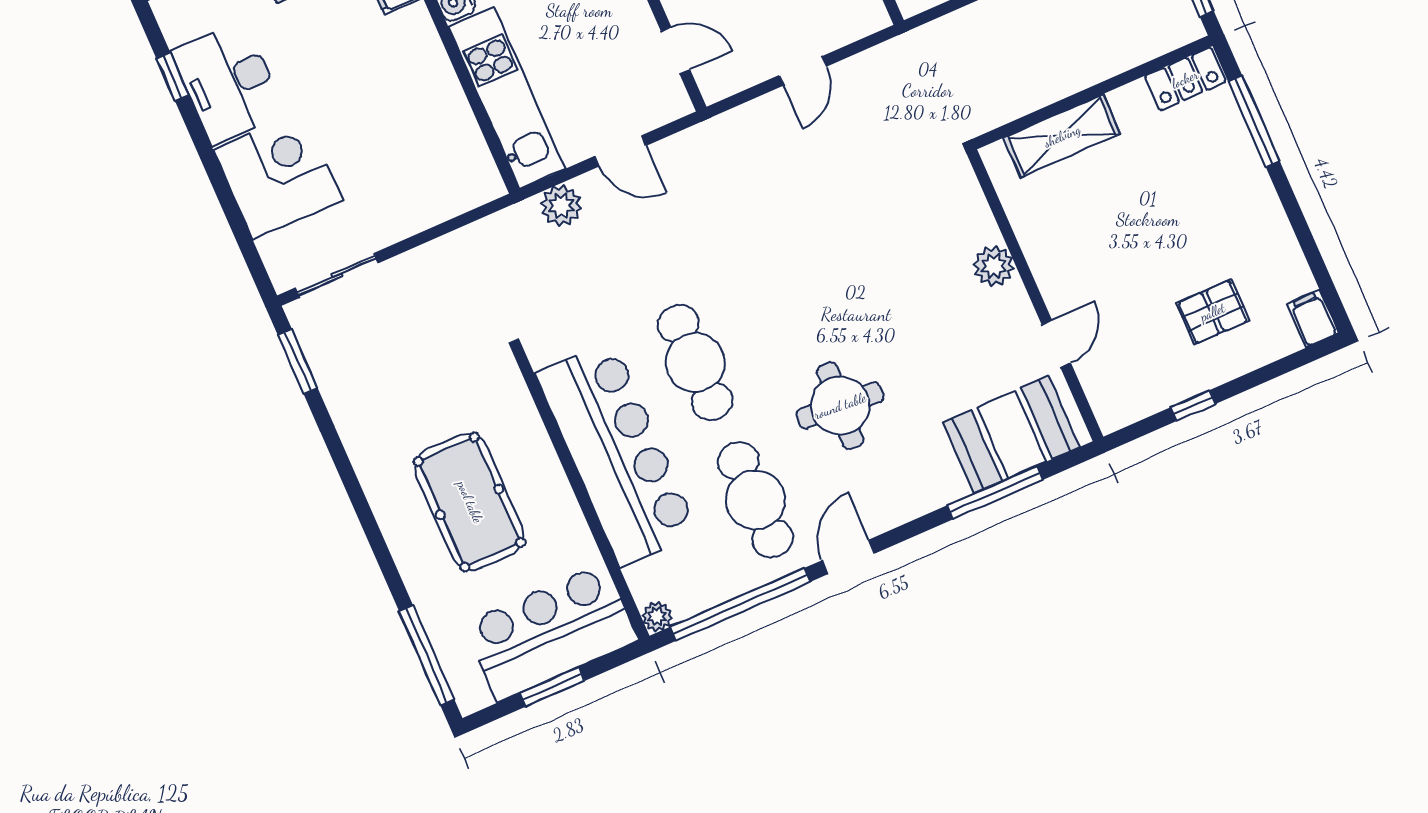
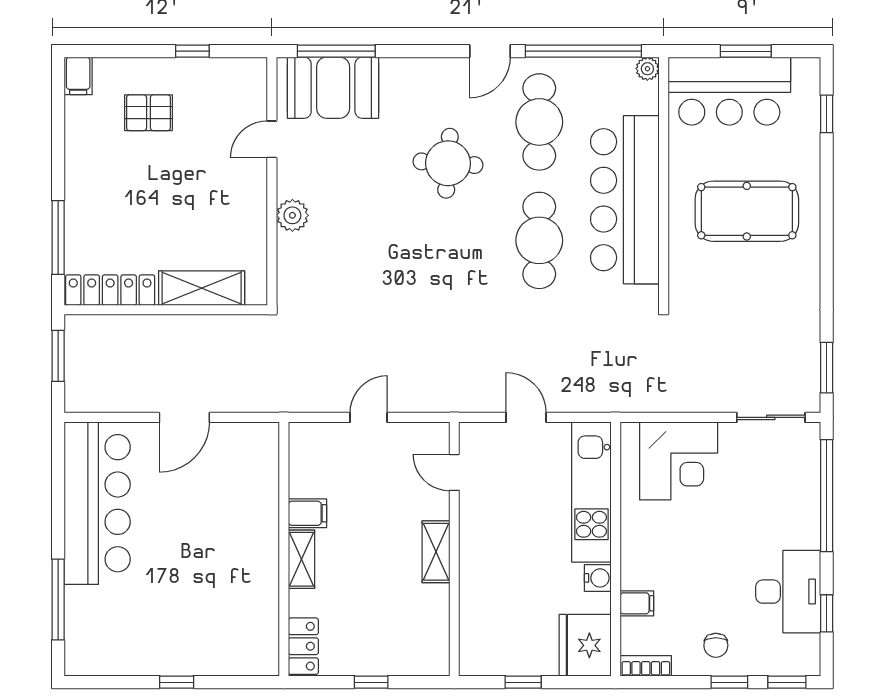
locker: (1185, 79) -> (110, 290), width x1.53
corner desk: (278, 175) -> (679, 461), moved, turned -90
plant: (561, 206) -> (586, 397), removed
window: (233, 213) -> (827, 496), added
window: (995, 493) -> (336, 51), moved
pool table: (470, 502) -> (747, 211), turned 90
window: (427, 655) -> (827, 114), width x0.46

